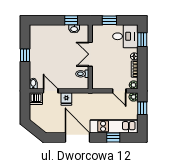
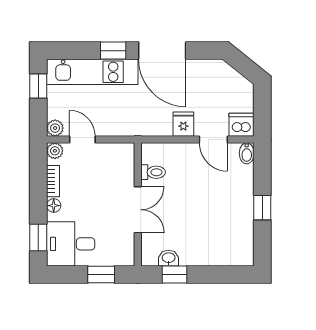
window: (142, 108) -> (38, 86), moved
window: (113, 137) -> (113, 51), moved

